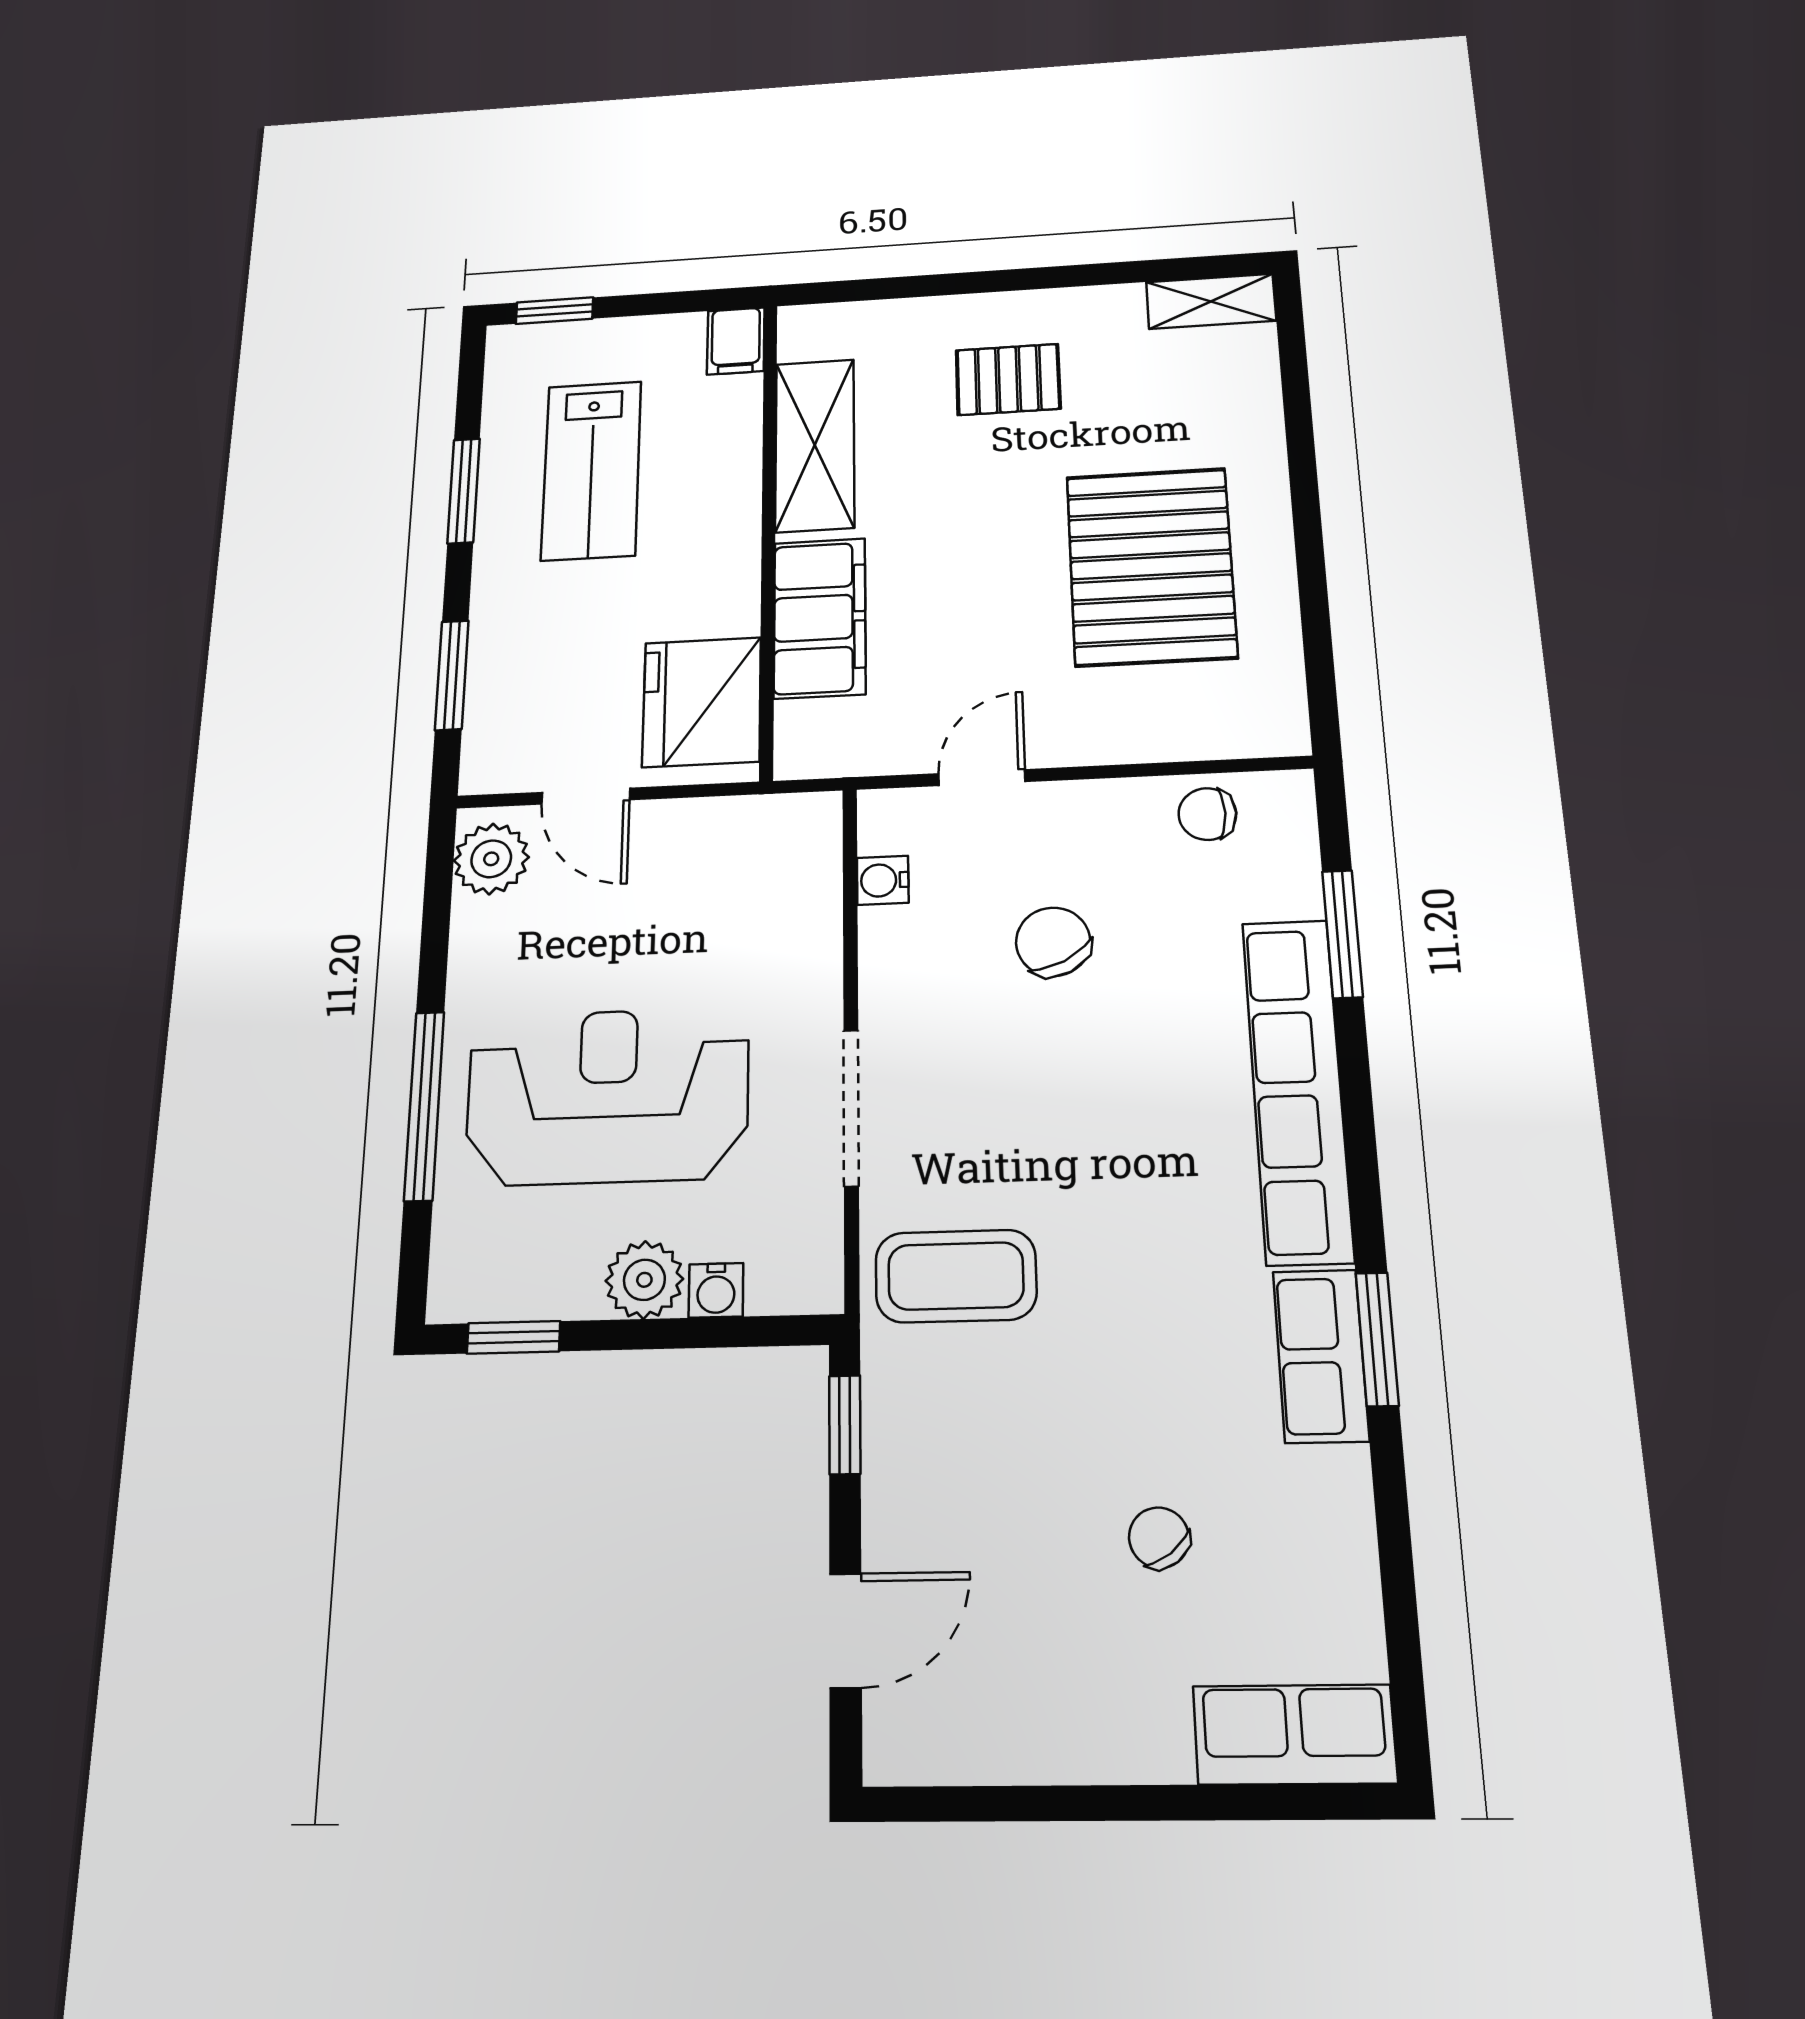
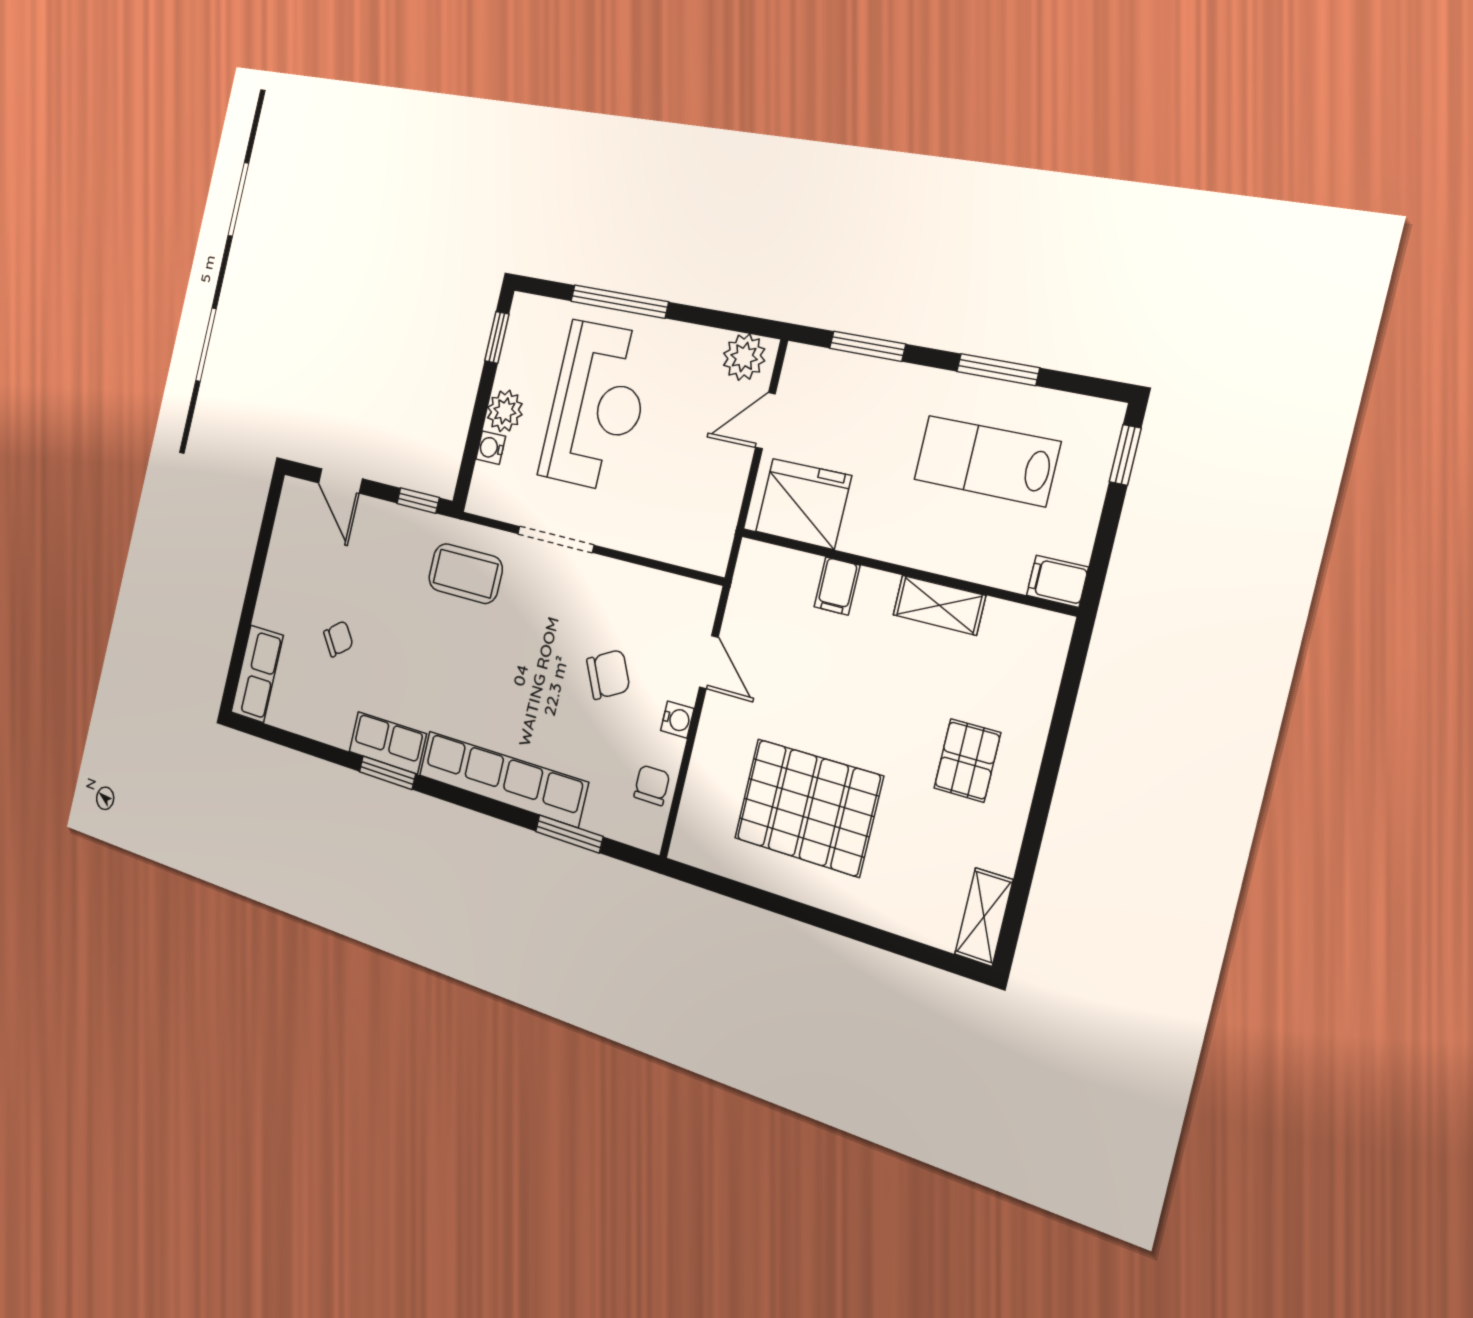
shelving: (815, 445) -> (939, 605), width x0.67, depth x0.75
filing cabinet: (820, 618) -> (837, 586), width x0.33, depth x0.86
water cooler: (883, 880) -> (677, 720), moved, turned 90
coffee table: (956, 1276) -> (465, 574), turned 90

